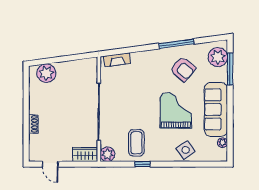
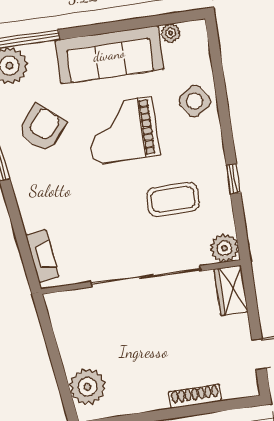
shoe rack: (33, 124) -> (195, 396), width x1.43
coffee table: (136, 143) -> (173, 199), moved

